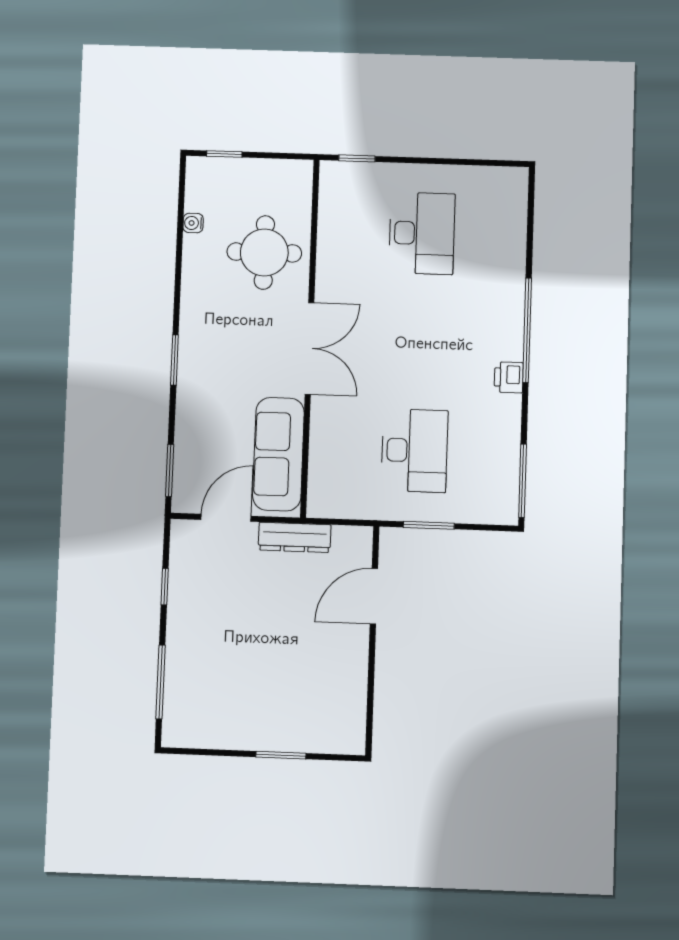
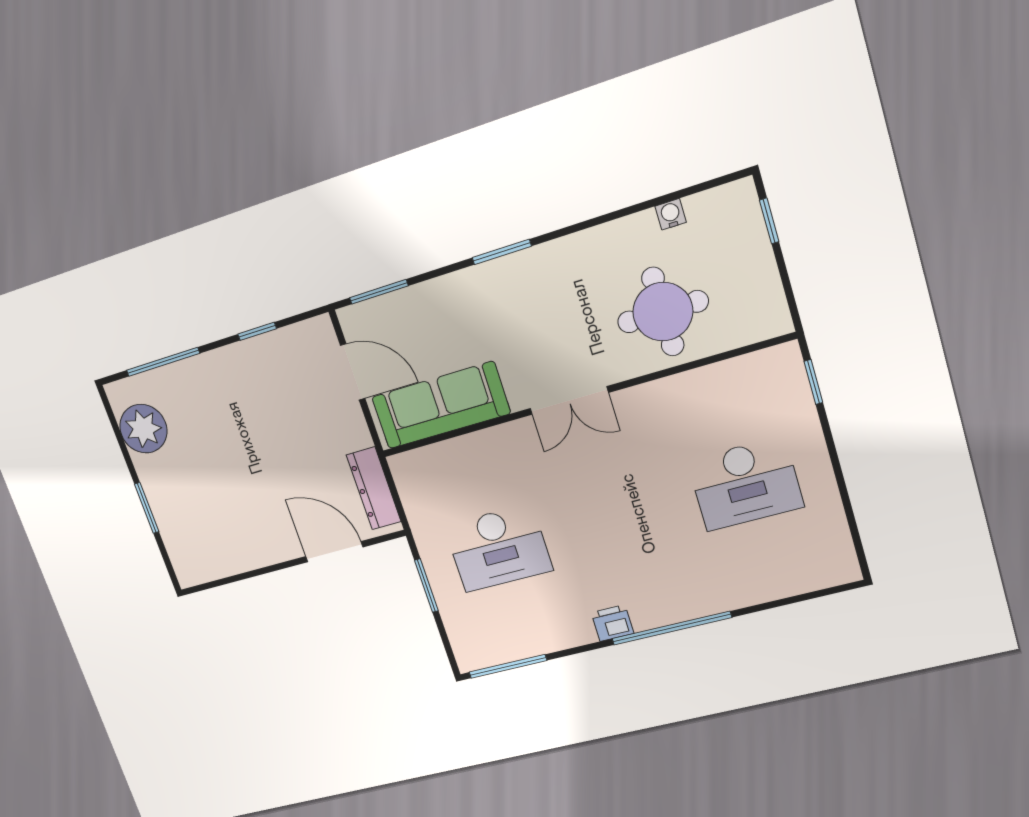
double door: (309, 348) -> (569, 401), width x0.73
dresser: (295, 537) -> (374, 488), moved
plant: (211, 726) -> (143, 429), added

